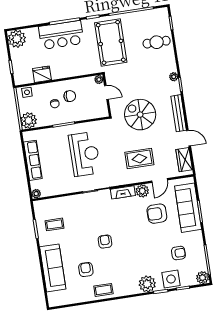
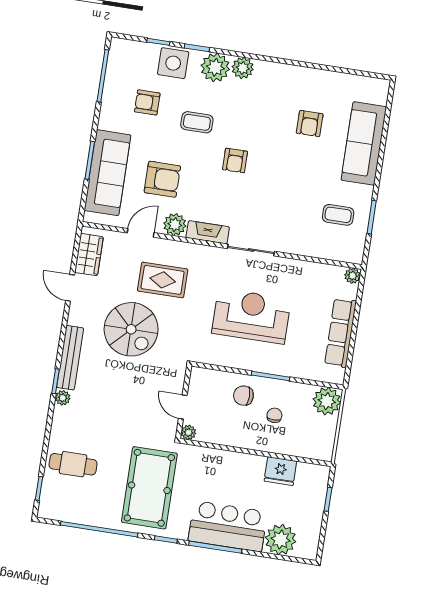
plant: (17, 39) -> (281, 540), moved
side table: (27, 92) -> (315, 449), removed
chair: (70, 96) -> (243, 396), moved
bench: (179, 113) -> (70, 358), moved
spiral stairs: (140, 115) -> (131, 329), moved
reception desk: (85, 154) -> (251, 316), turned 90
armchair: (105, 242) -> (235, 160), moved
plant: (203, 278) -> (243, 68), moved
coffee table: (103, 290) -> (197, 122), moved

